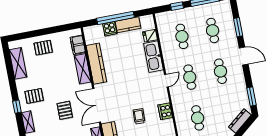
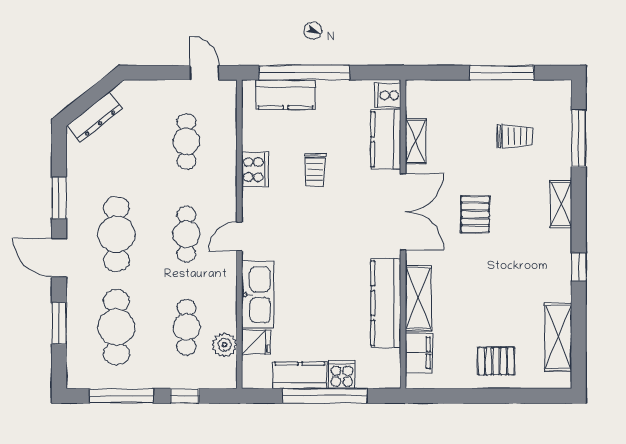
cafe table: (213, 30) -> (116, 327), width x1.37, depth x1.35
plant: (164, 32) -> (224, 345), added
cafe table: (220, 71) -> (116, 234), width x1.37, depth x1.35
pallet: (34, 96) -> (536, 259), removed
window: (251, 97) -> (59, 198), moved
window: (17, 107) -> (579, 267), moved

